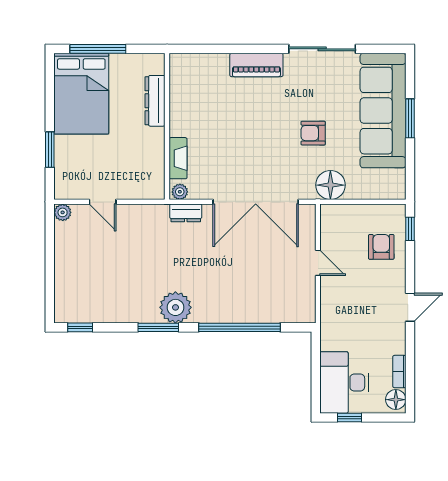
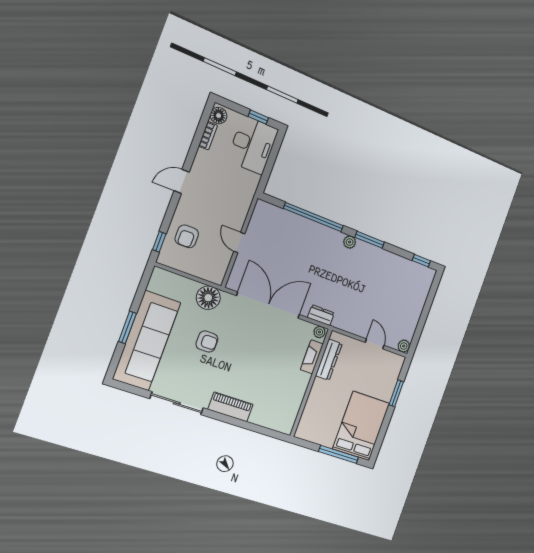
dresser: (155, 101) -> (329, 360), moved
plant: (175, 307) -> (350, 242), width x0.53, depth x0.53

